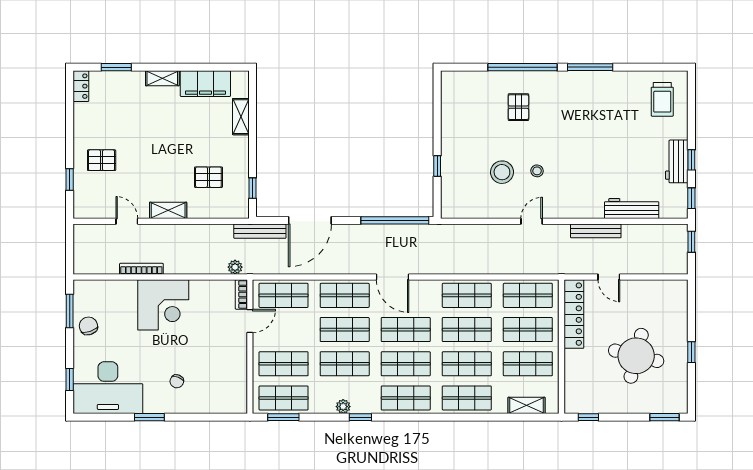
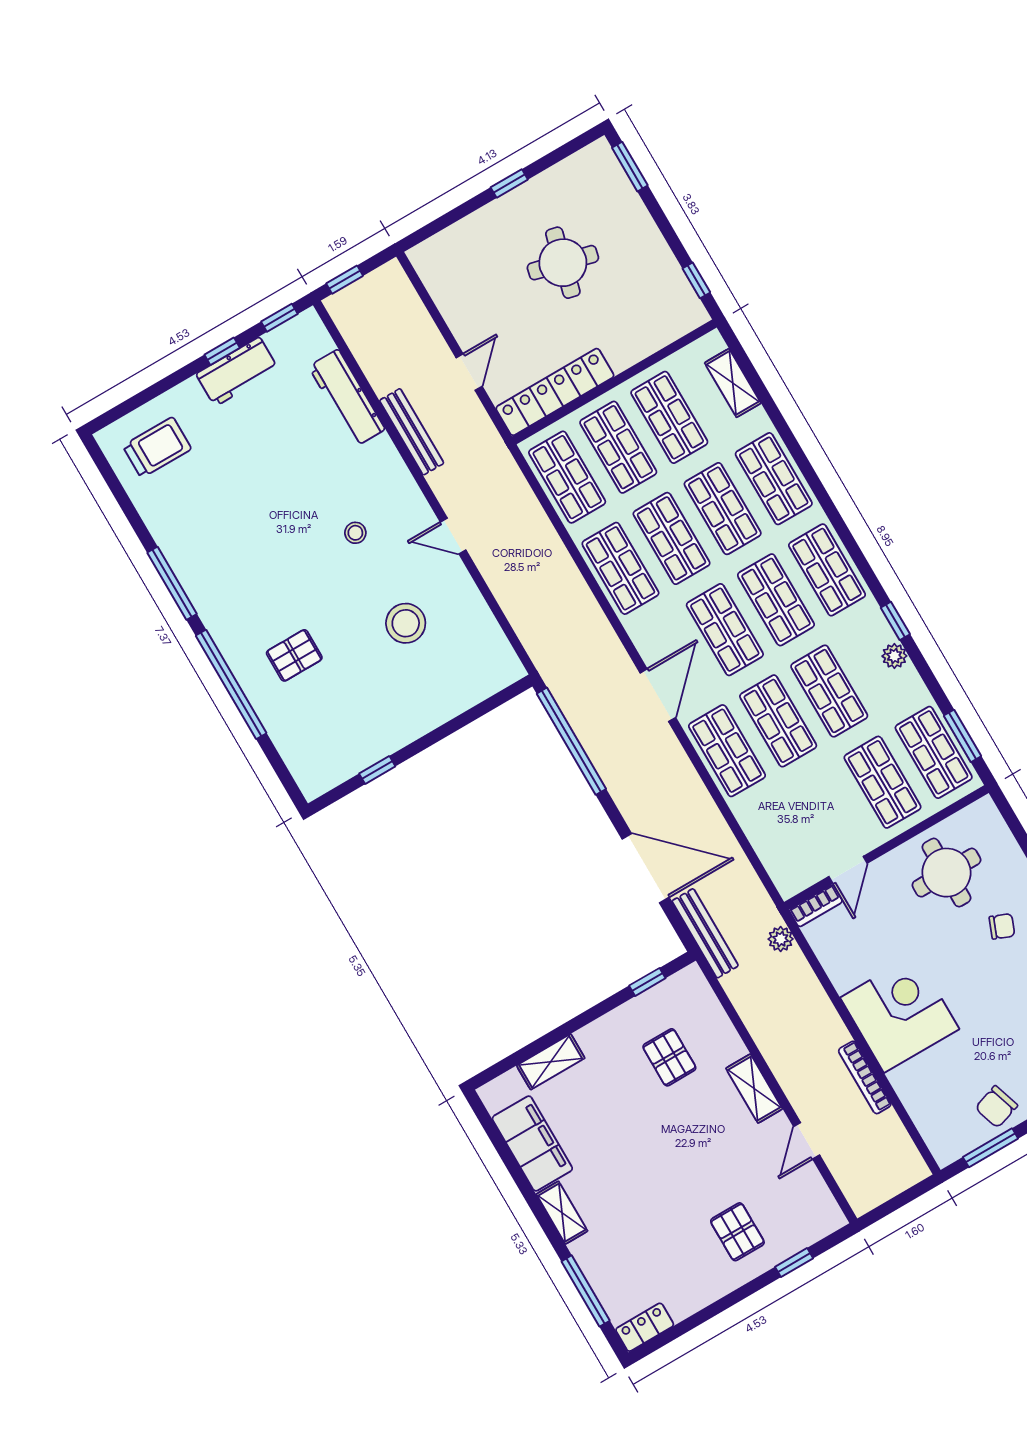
window: (116, 67) -> (586, 1291), width x1.44
window: (437, 166) -> (377, 770), moved
stool: (537, 171) -> (355, 533), moved
shop shelf: (284, 295) -> (780, 842), removed
door: (250, 321) -> (848, 870), swing flipped
round table: (636, 356) -> (563, 263), width x0.73, depth x0.73
round table: (220, 369) -> (946, 873), added

